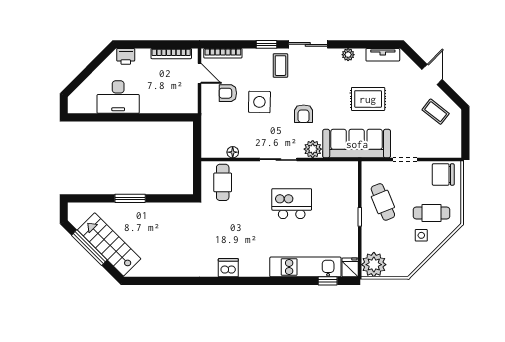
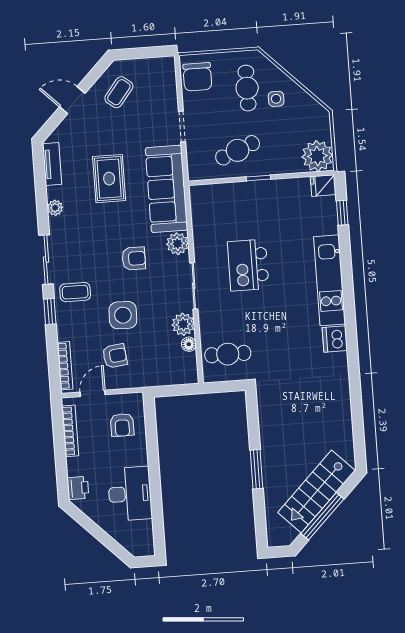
armchair: (228, 93) -> (115, 356), turned -97
armchair: (173, 95) -> (122, 425), added
plant: (249, 149) -> (183, 324), added
kitchen unit: (305, 267) -> (330, 280), moved

